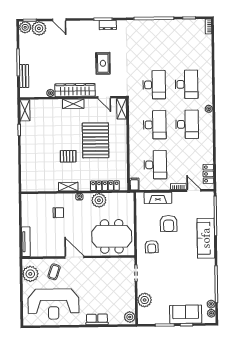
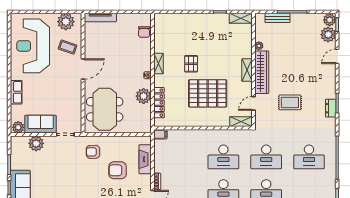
desk: (155, 165) -> (309, 157), moved
chair: (58, 213) -> (144, 32), moved
sofa: (127, 296) -> (41, 124), added

